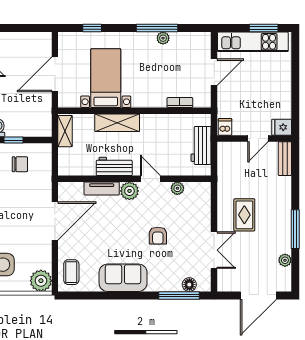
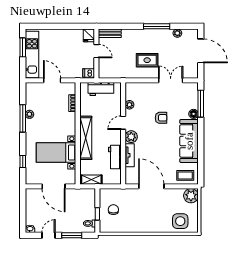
shelving: (117, 123) -> (86, 138), width x1.47
workbench: (114, 166) -> (115, 157), moved
sofa: (123, 278) -> (189, 141), width x1.36
floor lamp: (189, 285) -> (194, 114), moved

